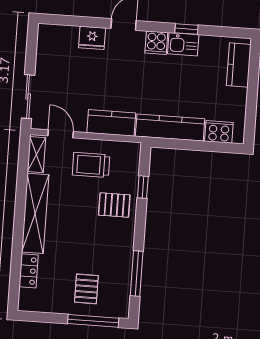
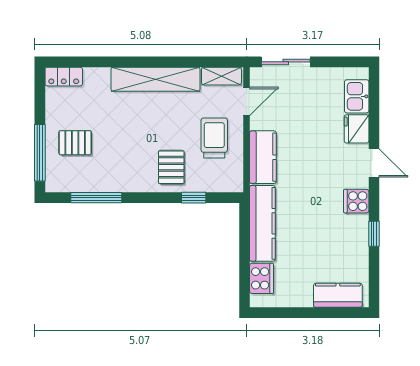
kitchen sink: (183, 44) -> (357, 96), moved
locker: (29, 271) -> (64, 77), moved

